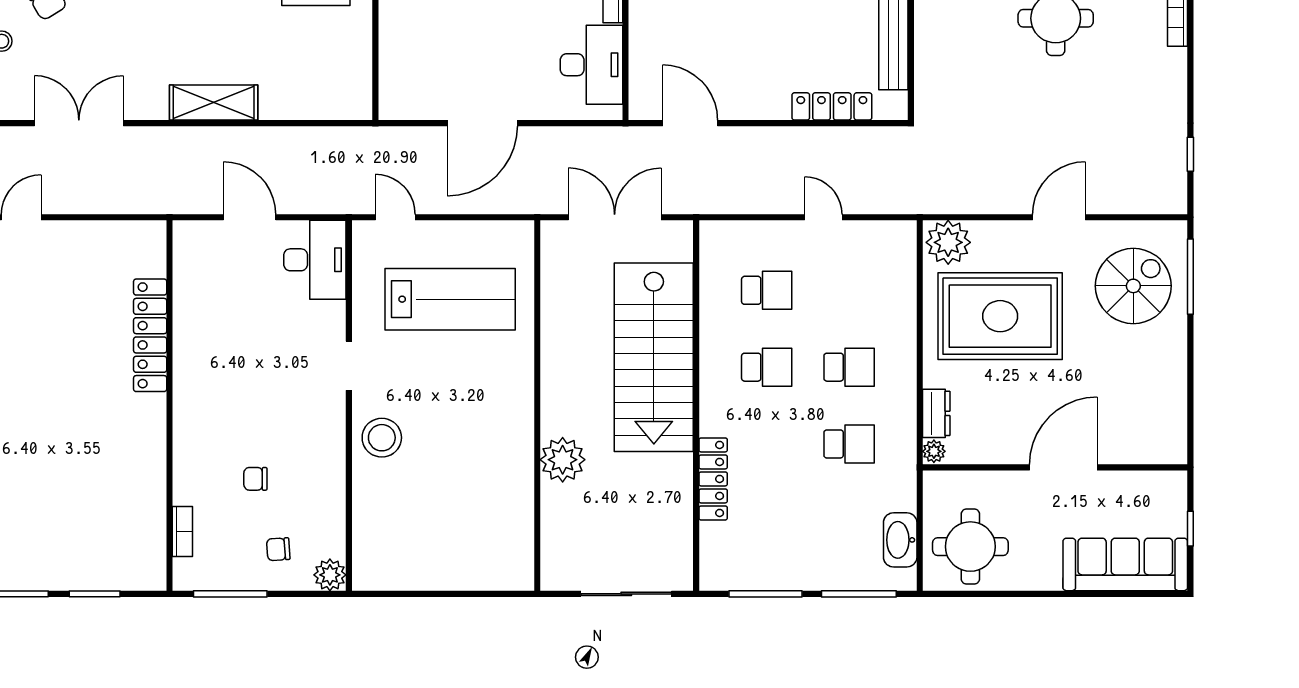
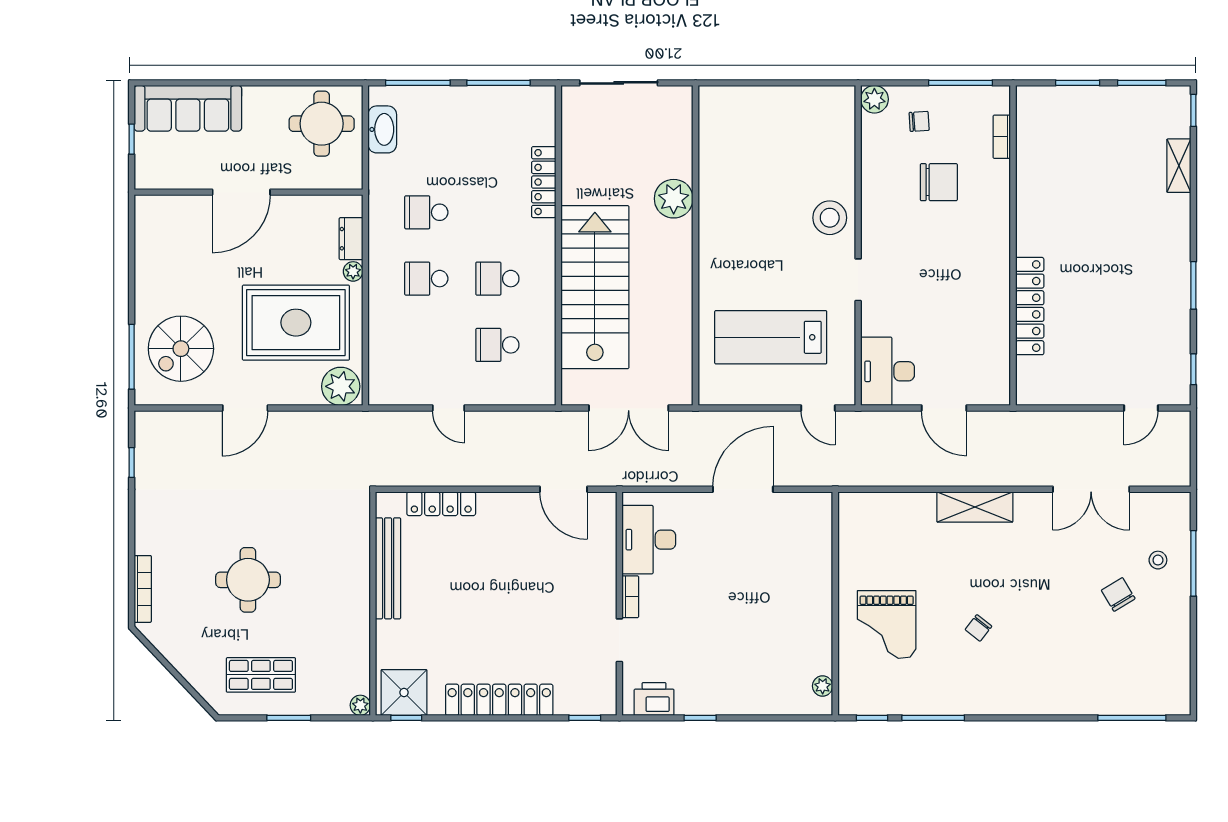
plant: (934, 451) -> (353, 271), moved
chair: (255, 479) -> (939, 182), width x1.87, depth x1.87

